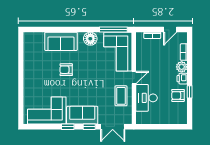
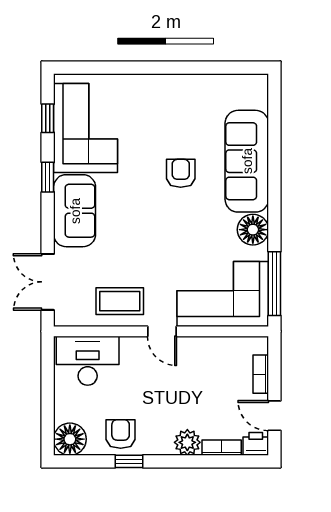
sofa: (61, 41) -> (247, 161), width x1.36
printer: (182, 79) -> (256, 444), moved
desk: (147, 98) -> (88, 361), moved
floor lamp: (180, 117) -> (70, 439), added
window: (89, 127) -> (48, 118), moved

